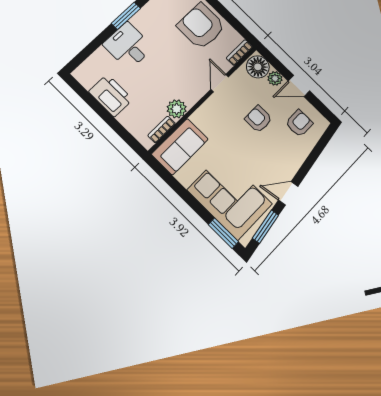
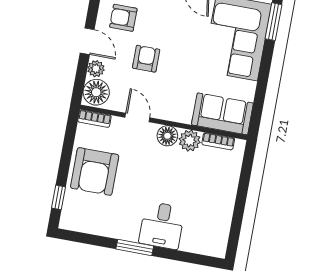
door: (220, 83) -> (137, 118), swing flipped
printer: (111, 95) -> (219, 209), removed
floor lamp: (191, 95) -> (167, 136), added
armchair: (258, 119) -> (146, 59), turned 180

